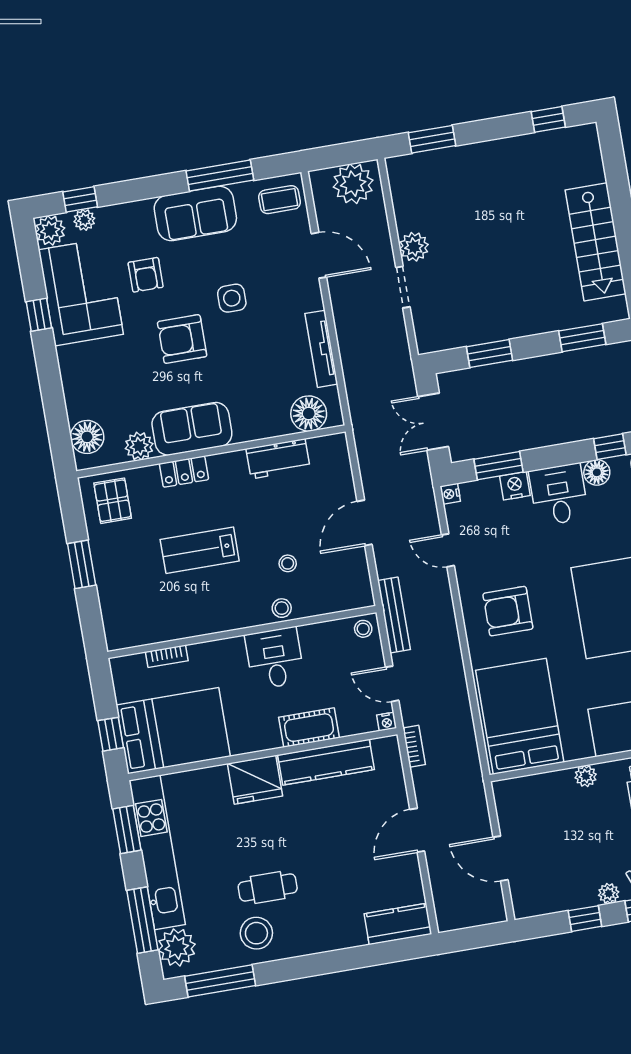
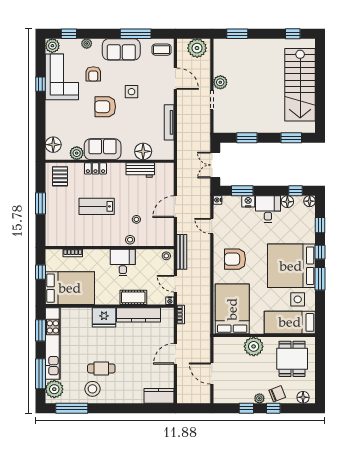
plant: (84, 220) -> (87, 44), moved
stairs: (596, 242) -> (300, 85), width x1.36, depth x1.51
floor lamp: (309, 414) -> (143, 151), moved
window: (111, 734) -> (40, 272), moved
plant: (586, 776) -> (254, 346), width x1.88, depth x1.88

